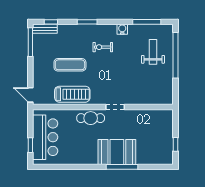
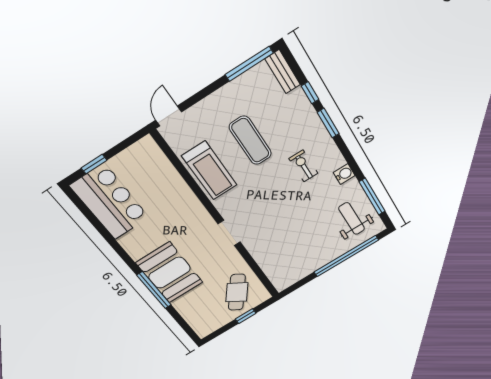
window: (51, 22) -> (310, 93), moved
weight bench: (153, 52) -> (352, 219), moved, turned -90
cafe table: (91, 118) -> (237, 292), moved, turned 35
bar counter: (45, 137) -> (110, 202), moved, turned -90
window: (176, 144) -> (246, 316), moved

